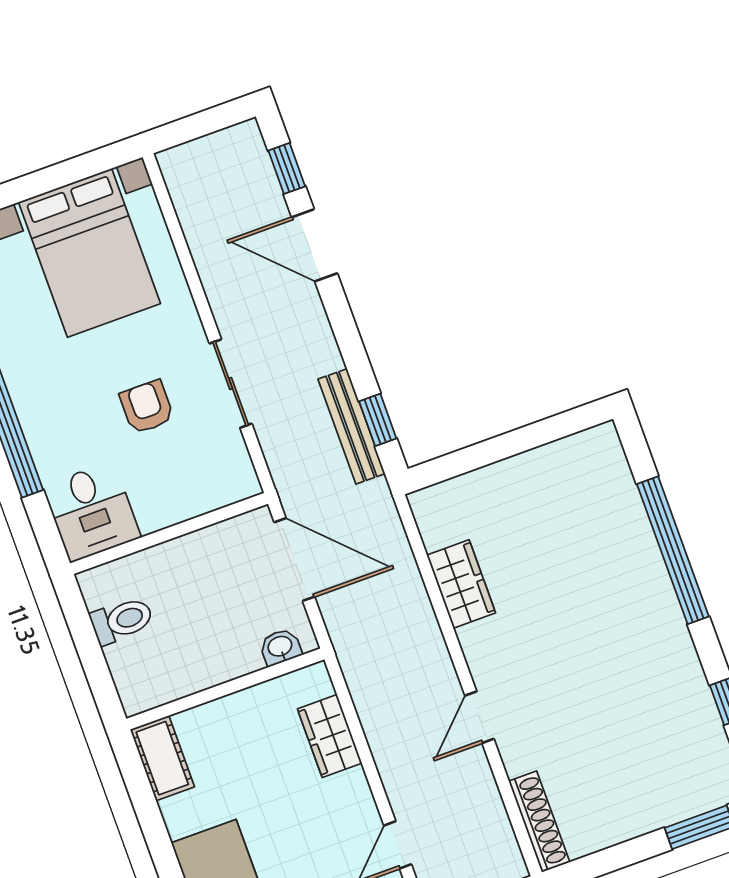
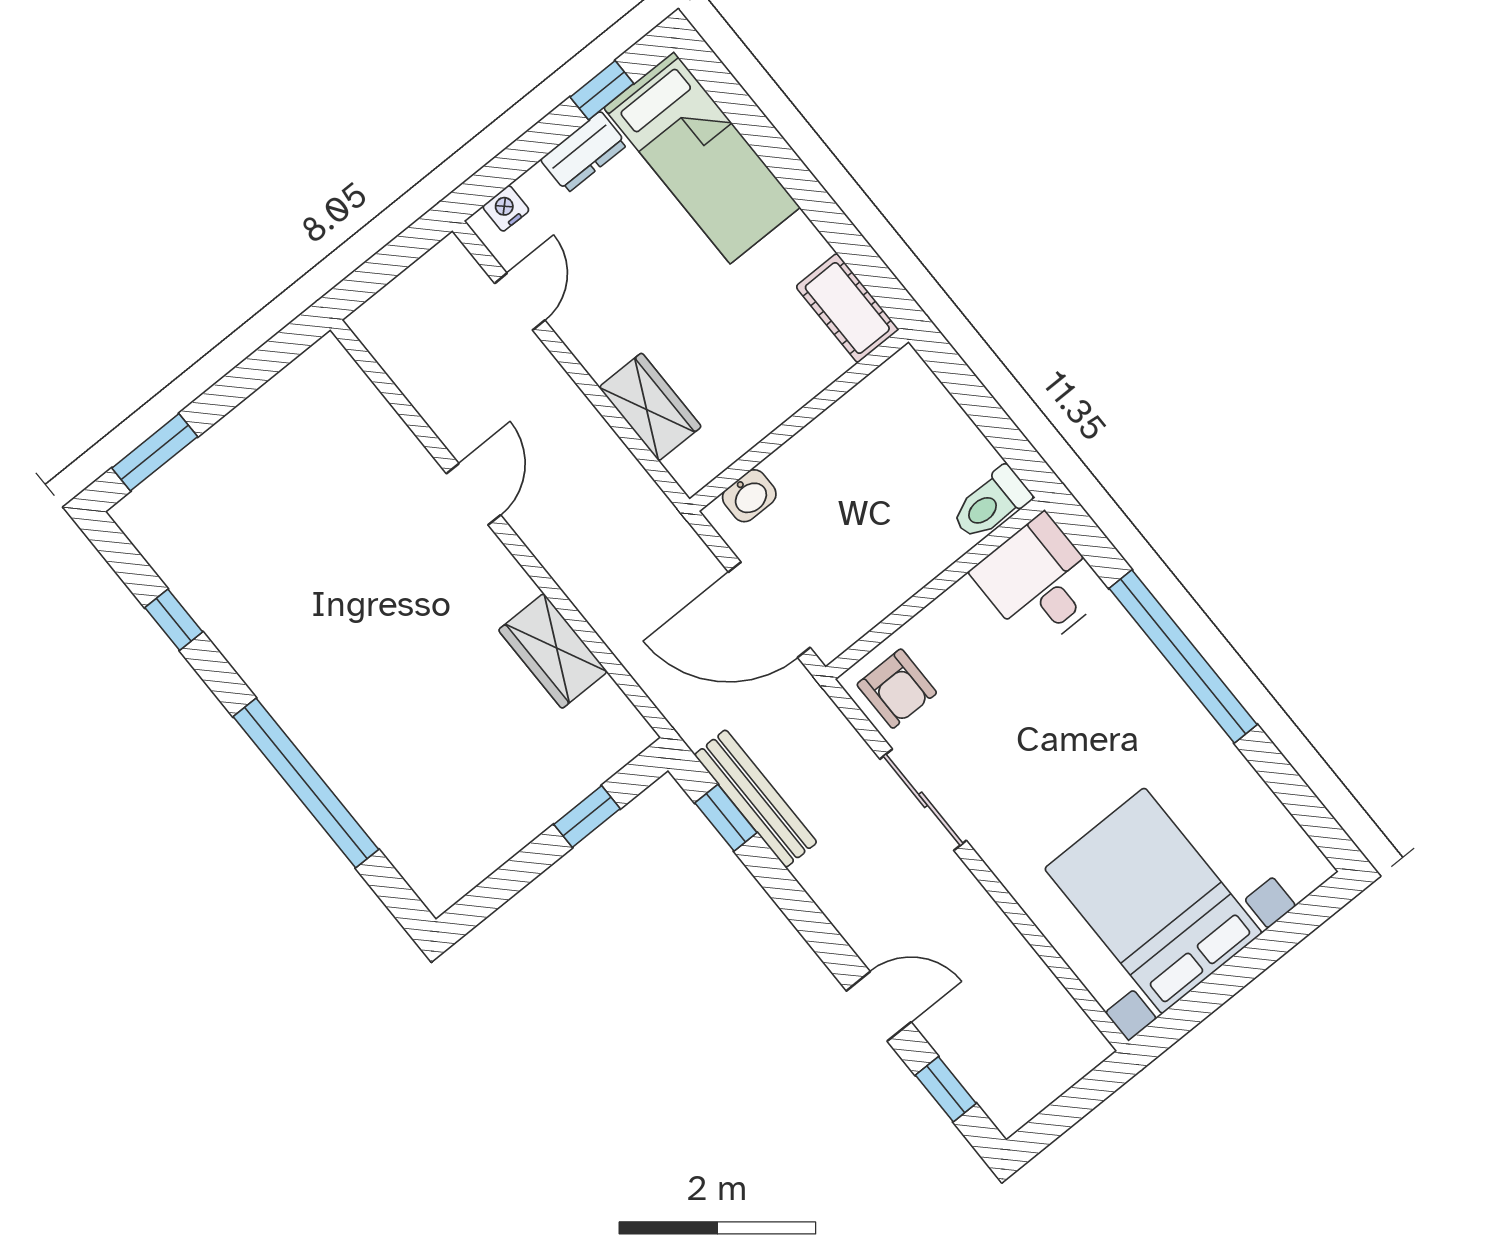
door: (315, 245) -> (879, 1006), width x0.73
armchair: (147, 407) -> (897, 689), moved
window: (478, 456) -> (587, 817), added
toilet: (122, 620) -> (991, 504), moved
shoe rack: (539, 822) -> (355, 391), removed

